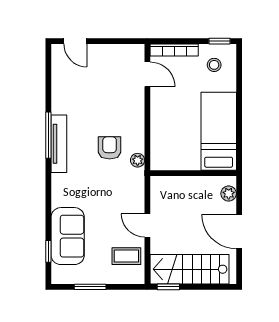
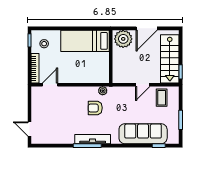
door: (75, 41) -> (30, 129), swing flipped
plant: (229, 194) -> (123, 39), width x1.87, depth x1.87
sofa: (68, 236) -> (143, 134), width x1.36

